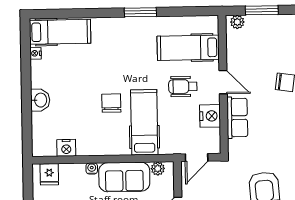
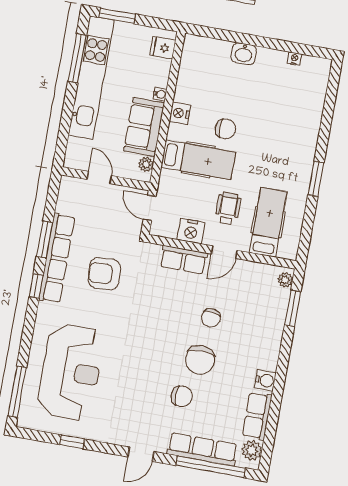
hospital bed: (60, 32) -> (312, 89), removed
nightstand: (66, 148) -> (180, 113), moved

